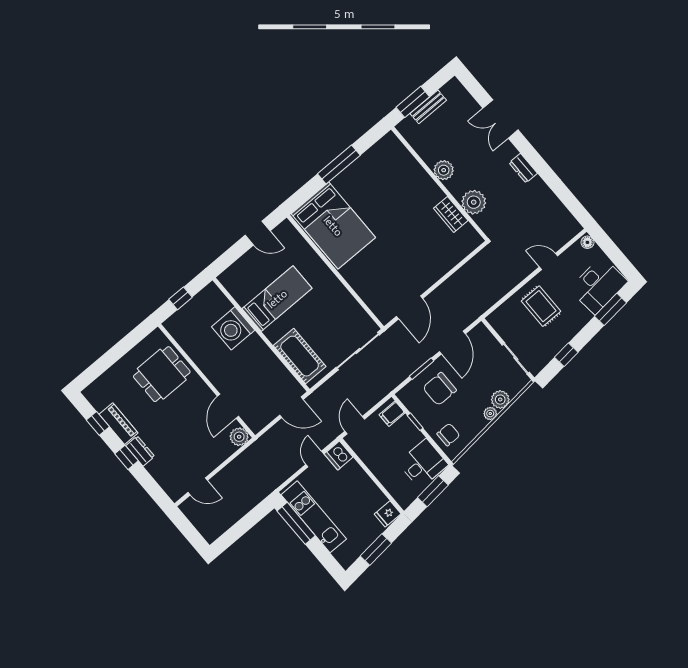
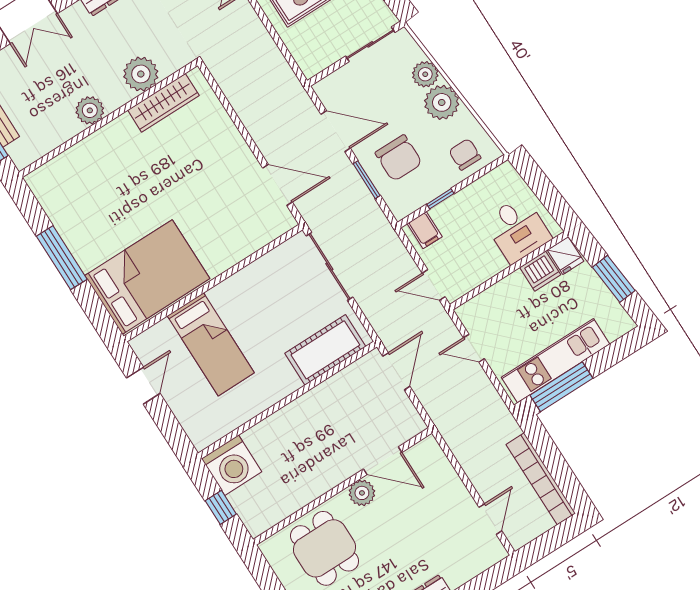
wardrobe: (451, 214) -> (163, 103), width x1.50
bed: (277, 299) -> (211, 344), moved, turned 180
washing machine: (233, 328) -> (232, 465), moved
plant: (490, 414) -> (442, 102), width x1.88, depth x1.88
plant: (239, 437) -> (362, 493), moved
dishwasher: (339, 455) -> (540, 271), moved
desk: (423, 464) -> (518, 229), moved, turned 180
window: (433, 491) -> (542, 187), removed
bookcase: (230, 518) -> (541, 479), added

